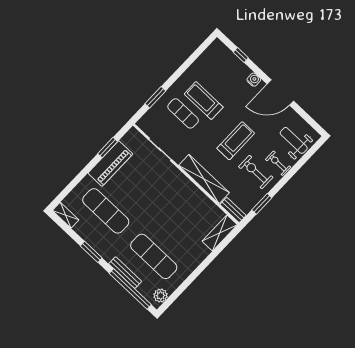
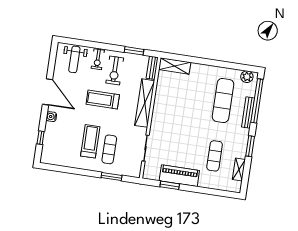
treadmill: (204, 101) -> (90, 141), turned 180
exercise mat: (106, 211) -> (215, 156), width x0.73, depth x0.69
shelving: (66, 215) -> (239, 169), moved

